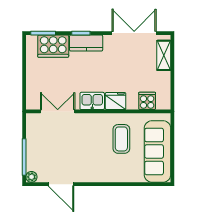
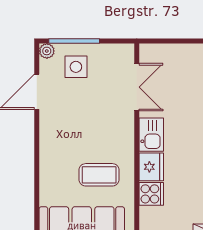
cooker: (147, 101) -> (151, 194), moved
side table: (43, 156) -> (76, 67), added

